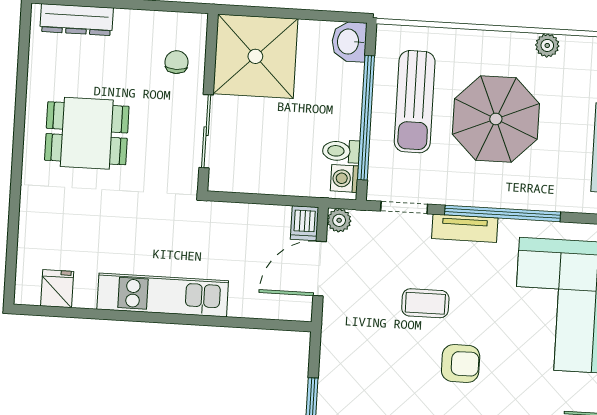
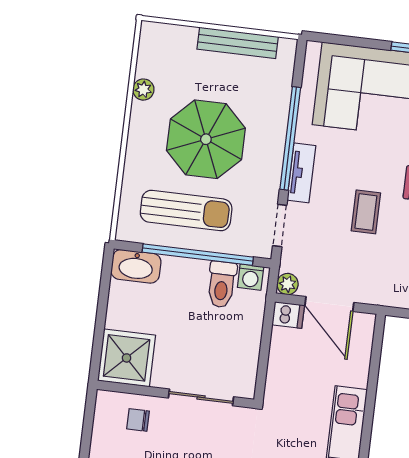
washbasin: (349, 42) -> (136, 266), width x1.38
shower: (255, 56) -> (127, 358), width x0.73, depth x0.73
toilet: (341, 151) -> (222, 284), width x1.37, depth x1.39

